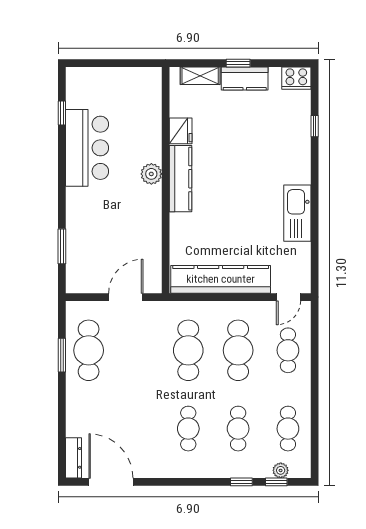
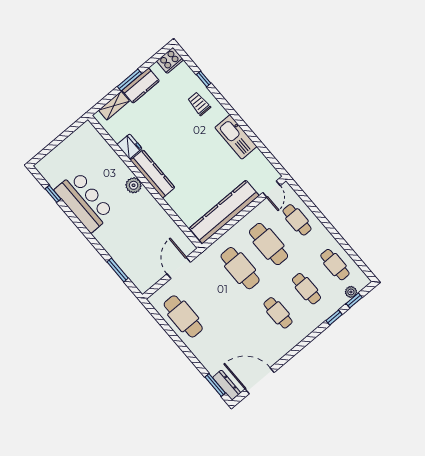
window: (238, 63) -> (130, 80), width x1.50
trolley: (289, 147) -> (199, 104), added
window: (62, 355) -> (215, 385), moved

